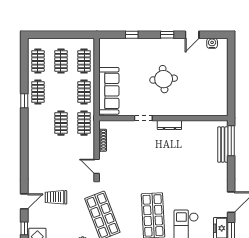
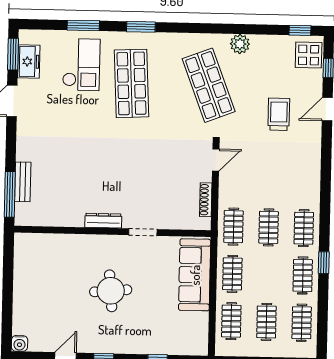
water cooler: (212, 43) -> (19, 343), moved
clothes rail: (38, 123) -> (304, 228), added
bench: (223, 145) -> (23, 182), width x0.73
door: (97, 166) -> (216, 160), hinge flipped
trolley: (56, 197) -> (279, 114), turned -90

